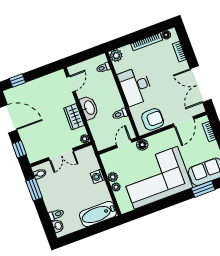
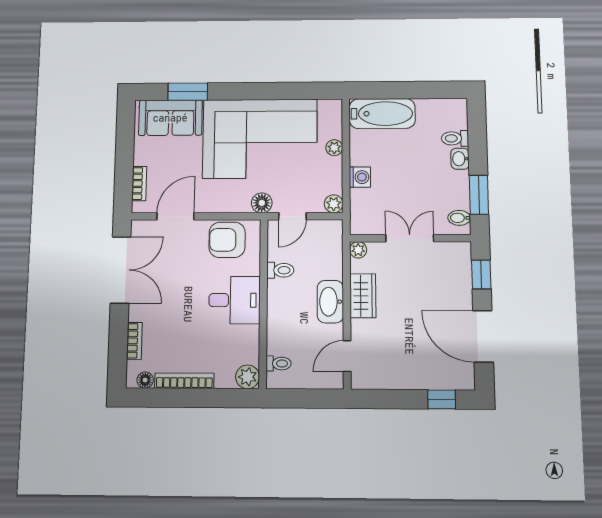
desk: (135, 86) -> (234, 300), width x0.73
plant: (113, 177) -> (334, 204), moved
washbasin: (58, 226) -> (460, 159), moved

